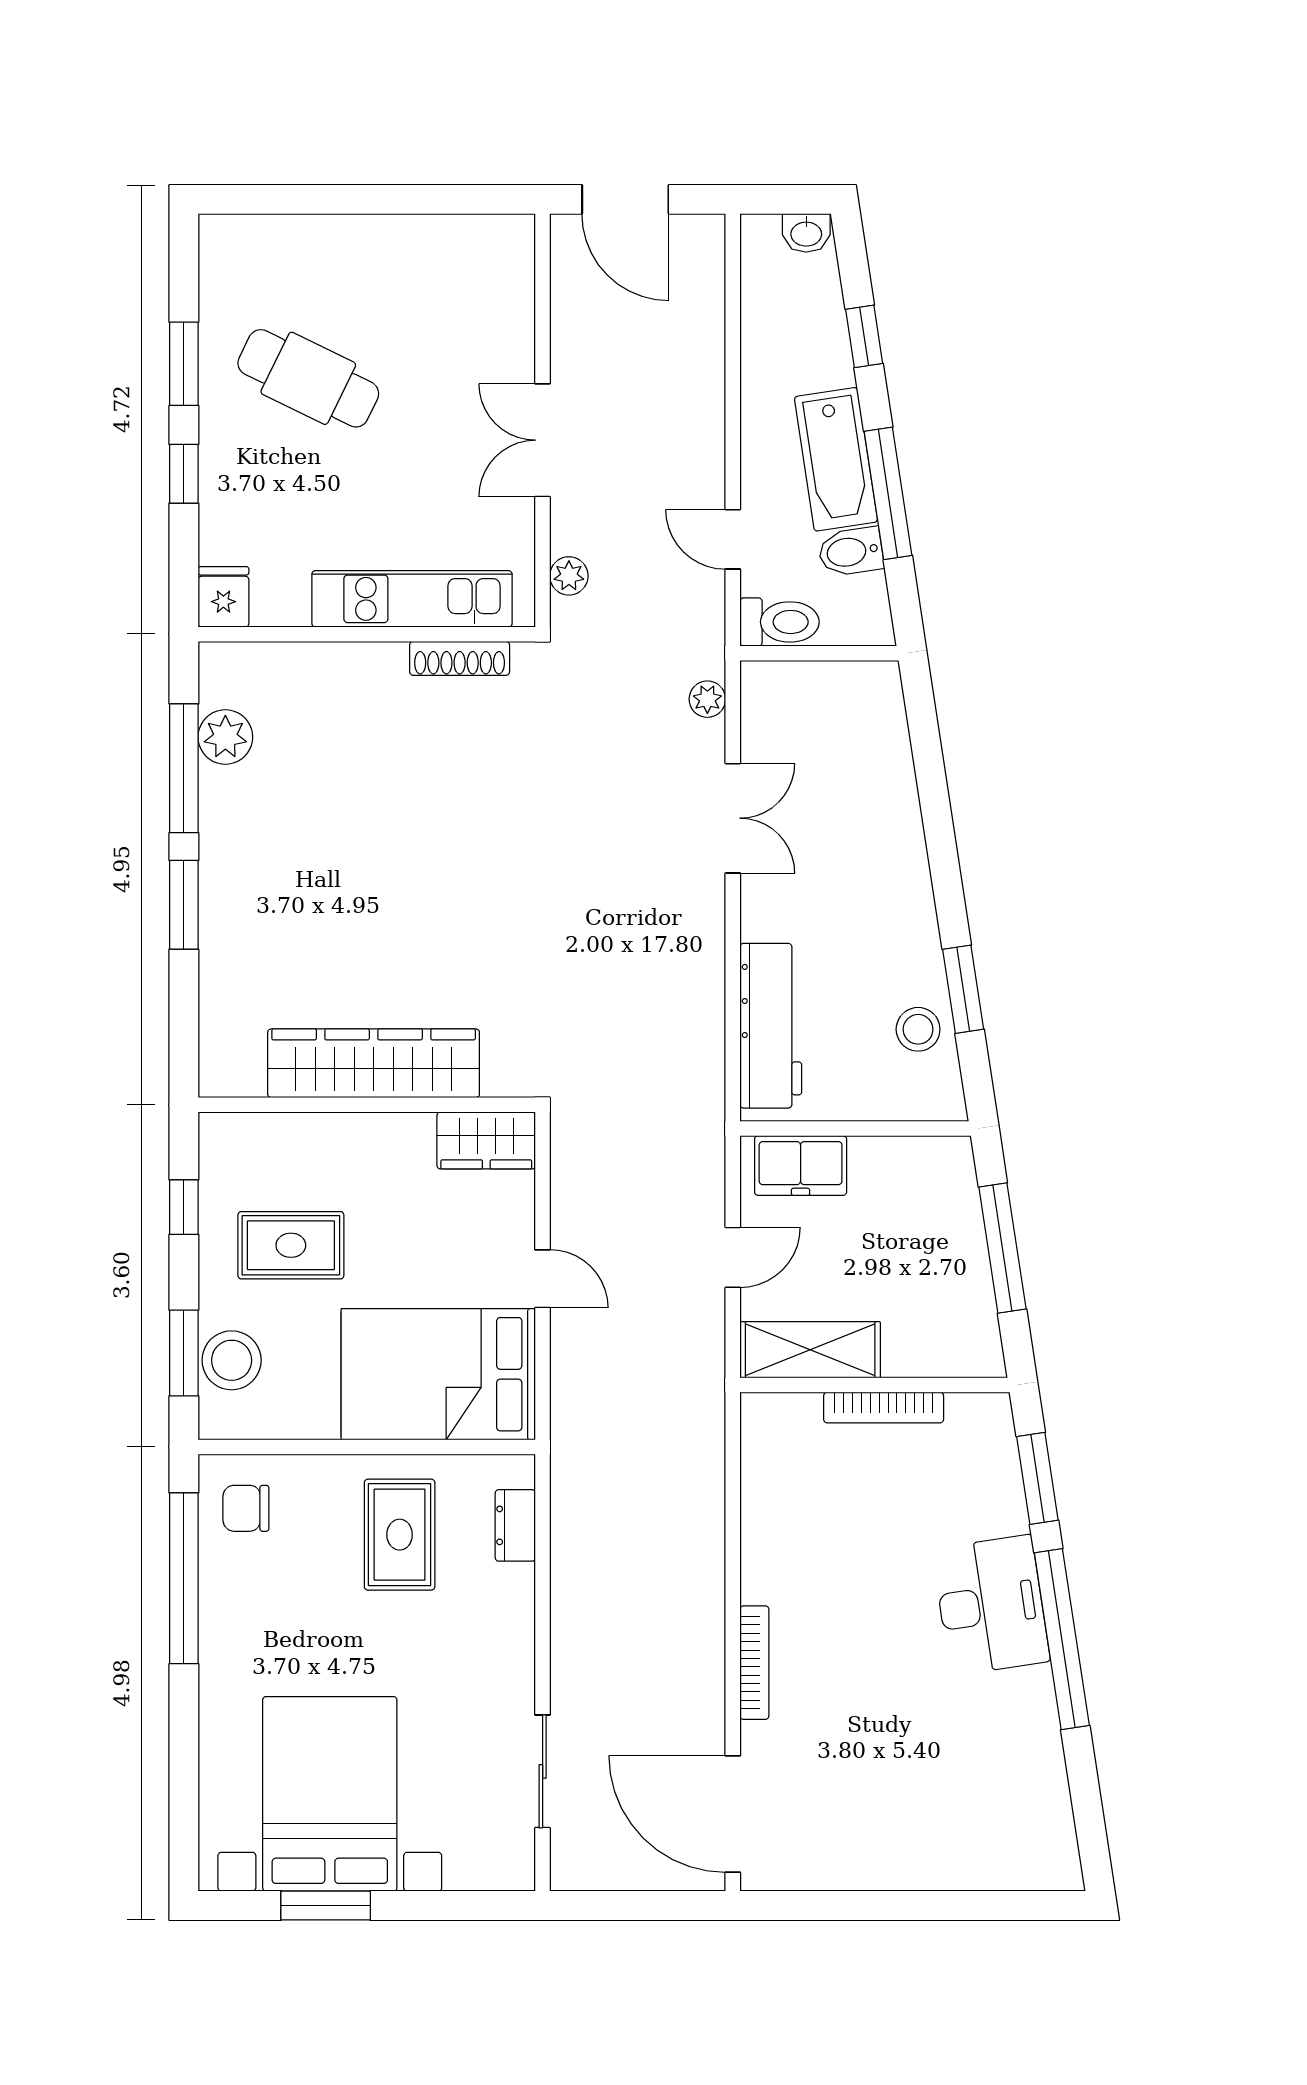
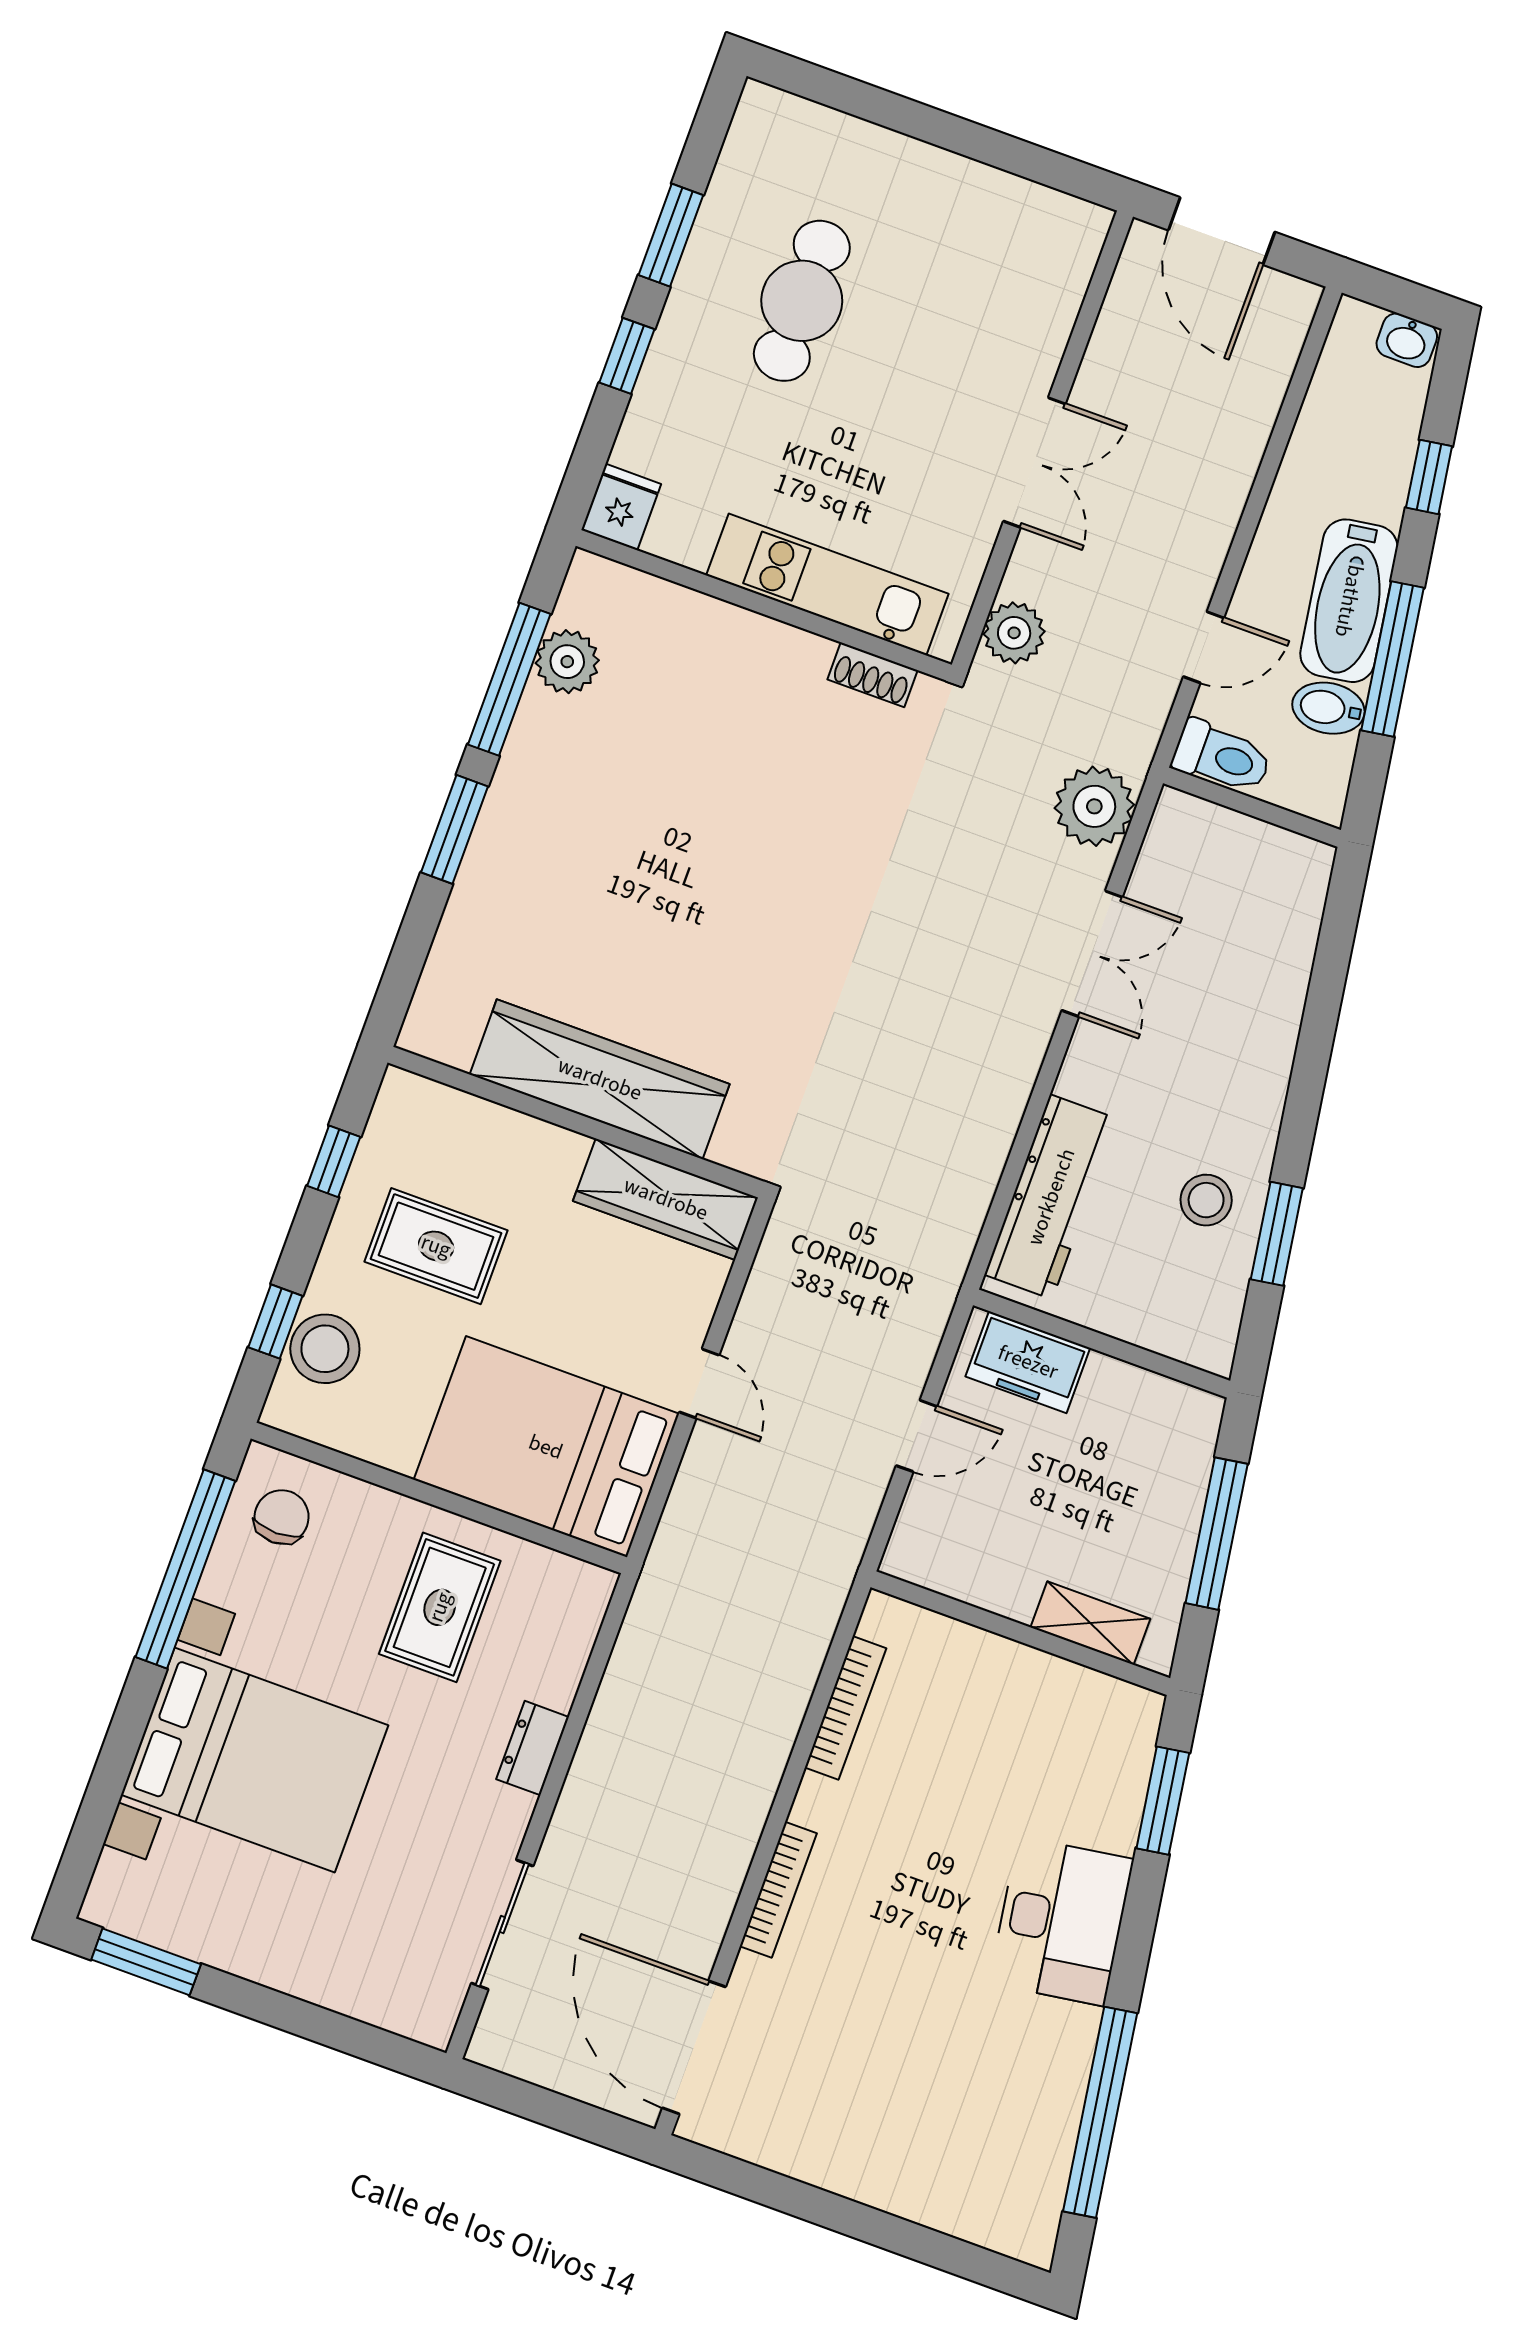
cafe table: (308, 378) -> (802, 301), turned 64
double door: (543, 440) -> (1034, 462), swing flipped
door: (733, 539) -> (1204, 647), swing flipped
plant: (569, 576) -> (1014, 633), width x1.38, depth x1.38
shoe rack: (460, 658) -> (872, 675), width x0.70
plant: (707, 699) -> (1094, 806), width x1.87, depth x1.87
stool: (918, 1029) -> (1206, 1200), moved
wardrobe: (486, 1140) -> (666, 1199), width x1.50
shelving: (810, 1350) -> (1090, 1623), moved, width x0.67, depth x0.75
window: (184, 1353) -> (275, 1322), width x0.67
bookcase: (884, 1408) -> (846, 1708), moved, turned -90
chair: (246, 1508) -> (282, 1517), turned 90
dresser: (515, 1525) -> (533, 1748), moved
window: (1062, 1639) -> (1100, 2112), moved
bed with nightstands: (330, 1794) -> (255, 1760), moved, turned 90
window: (326, 1906) -> (146, 1962), moved

